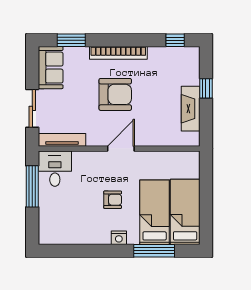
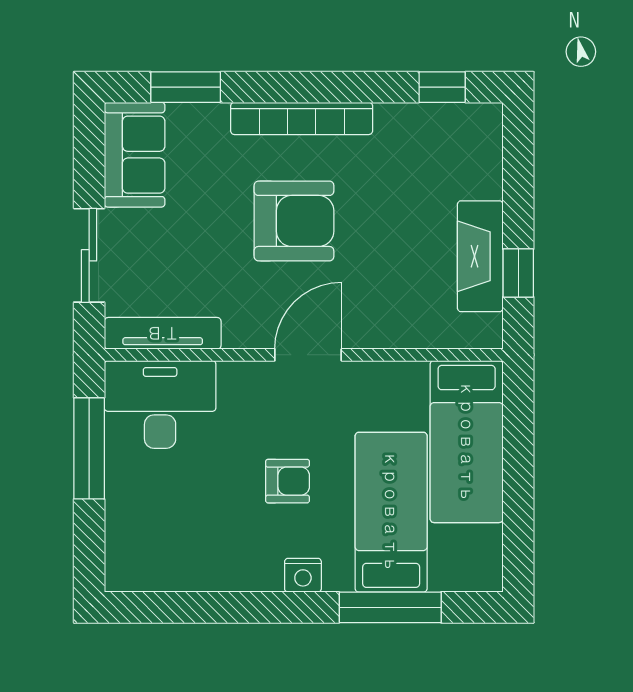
window: (206, 88) -> (518, 273), moved
desk: (55, 169) -> (160, 404), width x1.37
bed: (185, 212) -> (467, 442), moved, turned 180

